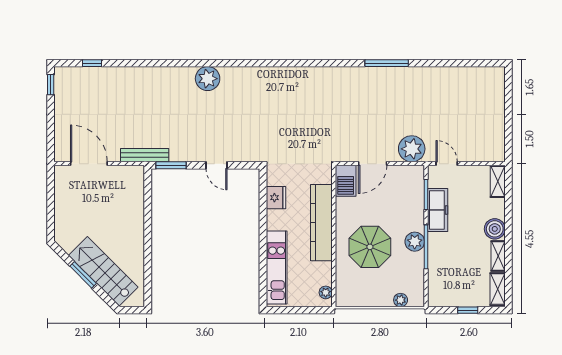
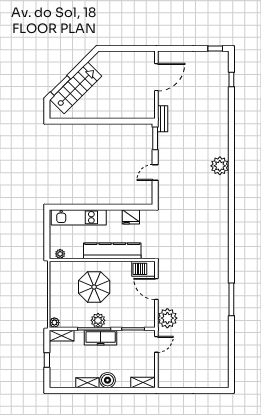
bench: (145, 155) -> (163, 119), width x0.73
freezer: (438, 210) -> (101, 338), moved
window: (83, 275) -> (61, 85), moved
shelving: (498, 289) -> (62, 336), moved
plant: (401, 300) -> (54, 323), moved

